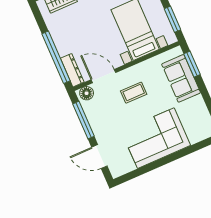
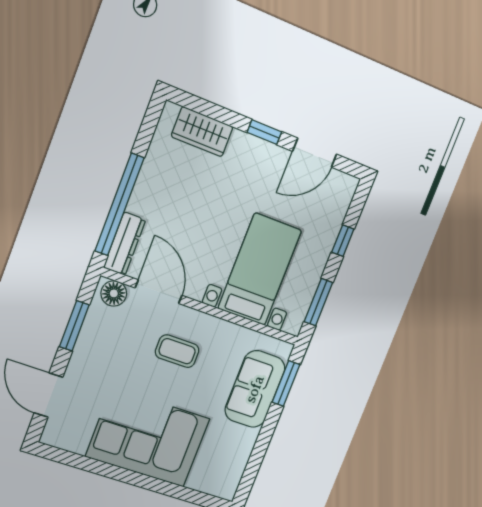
window: (83, 120) -> (74, 326), width x0.69

